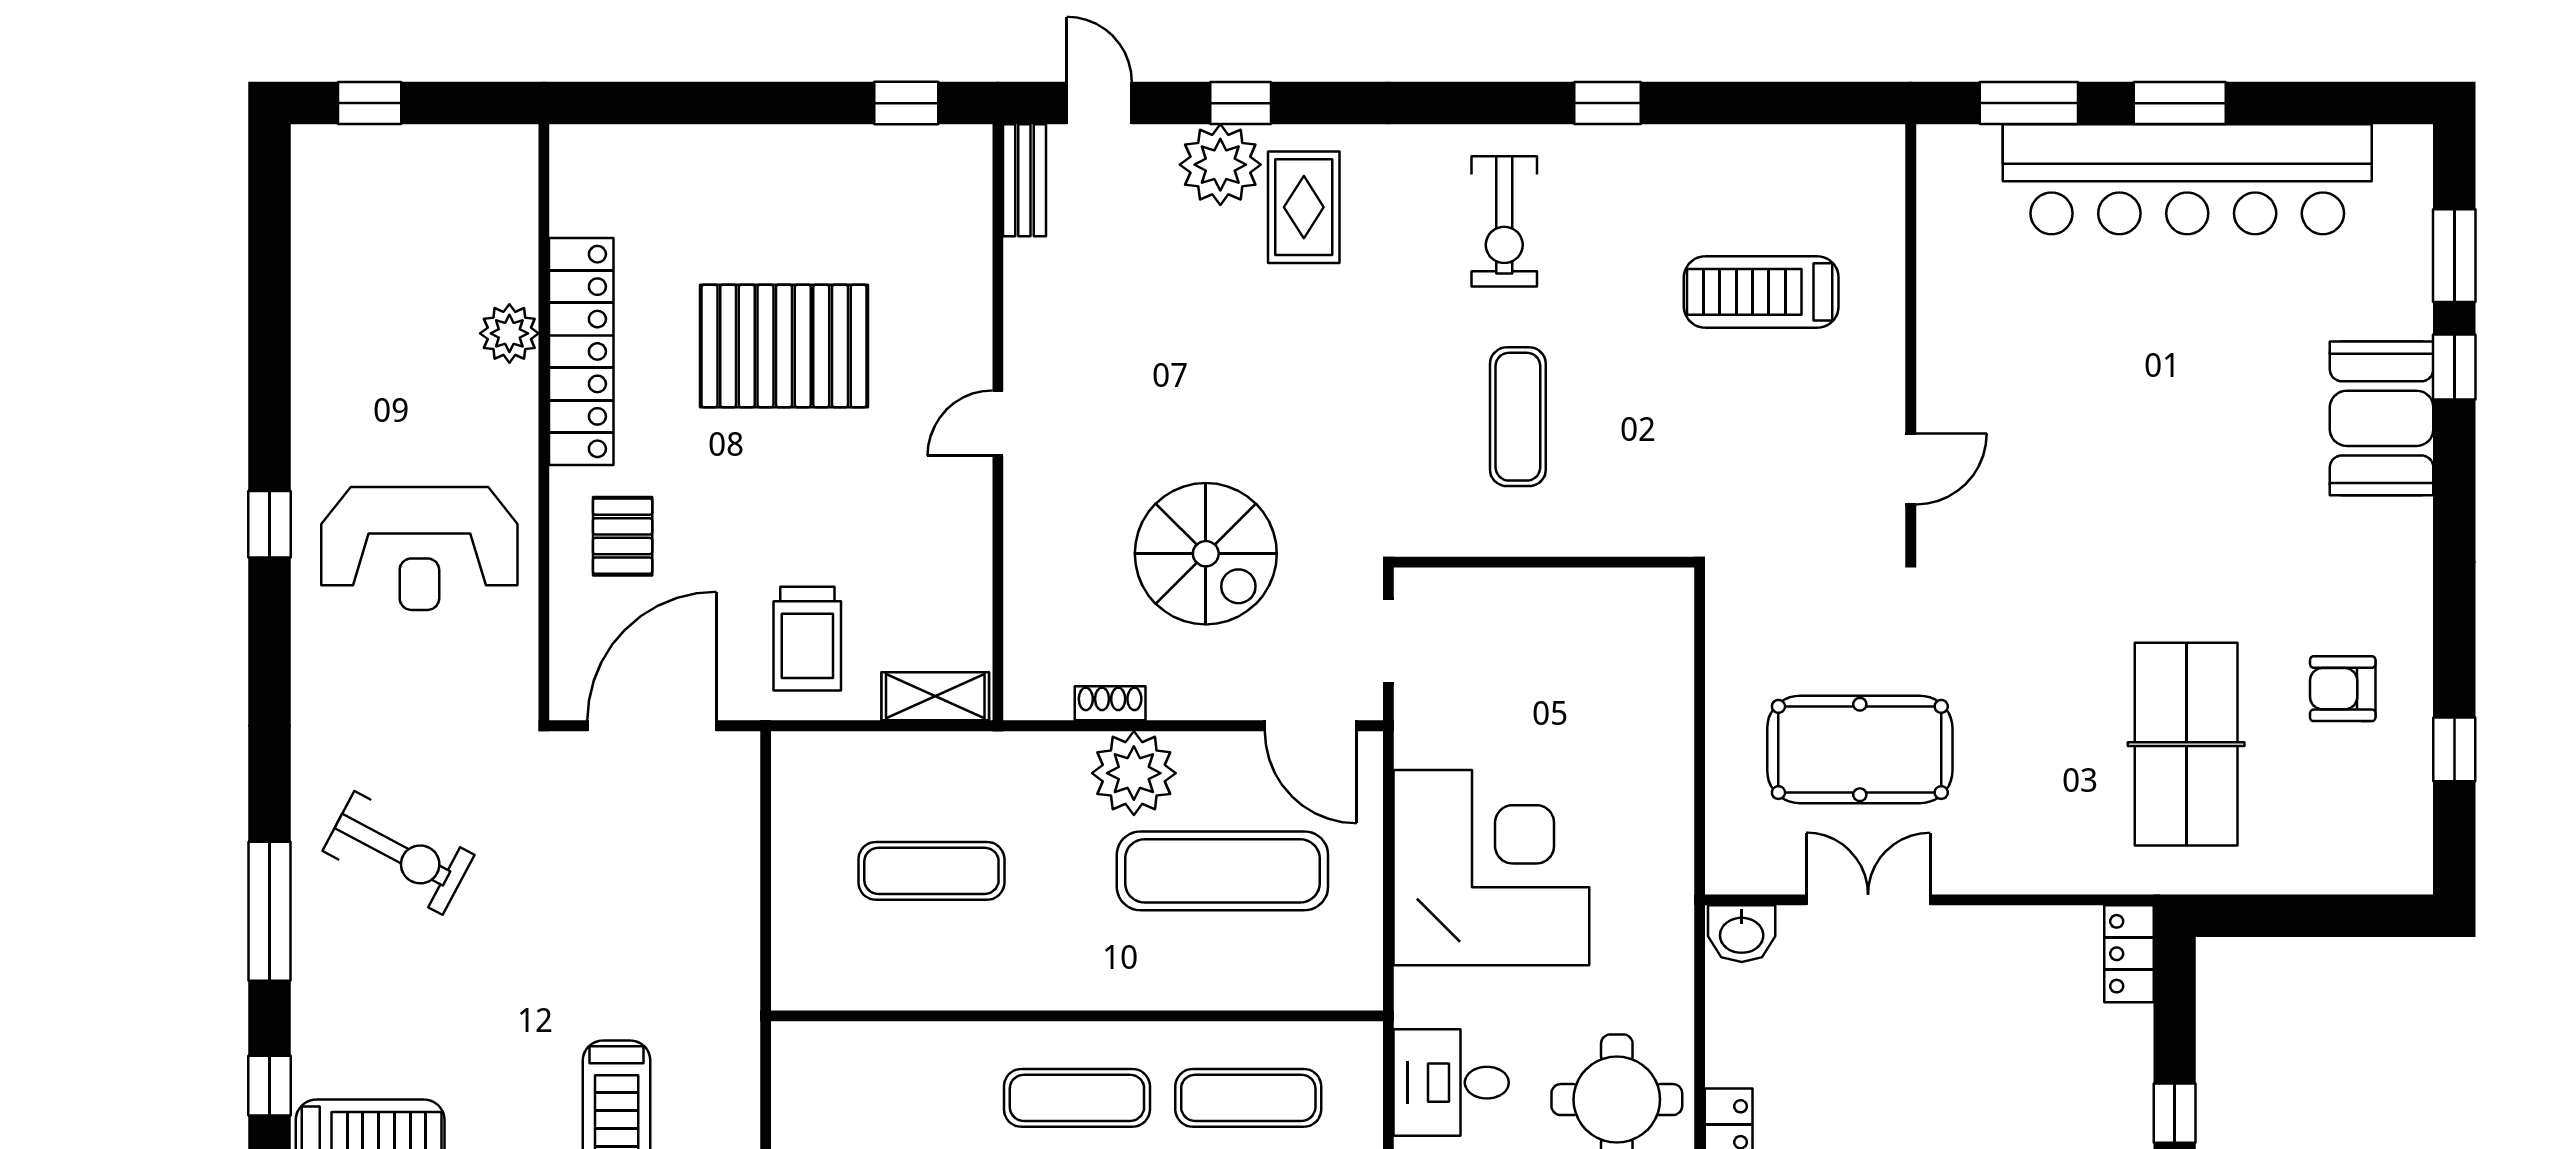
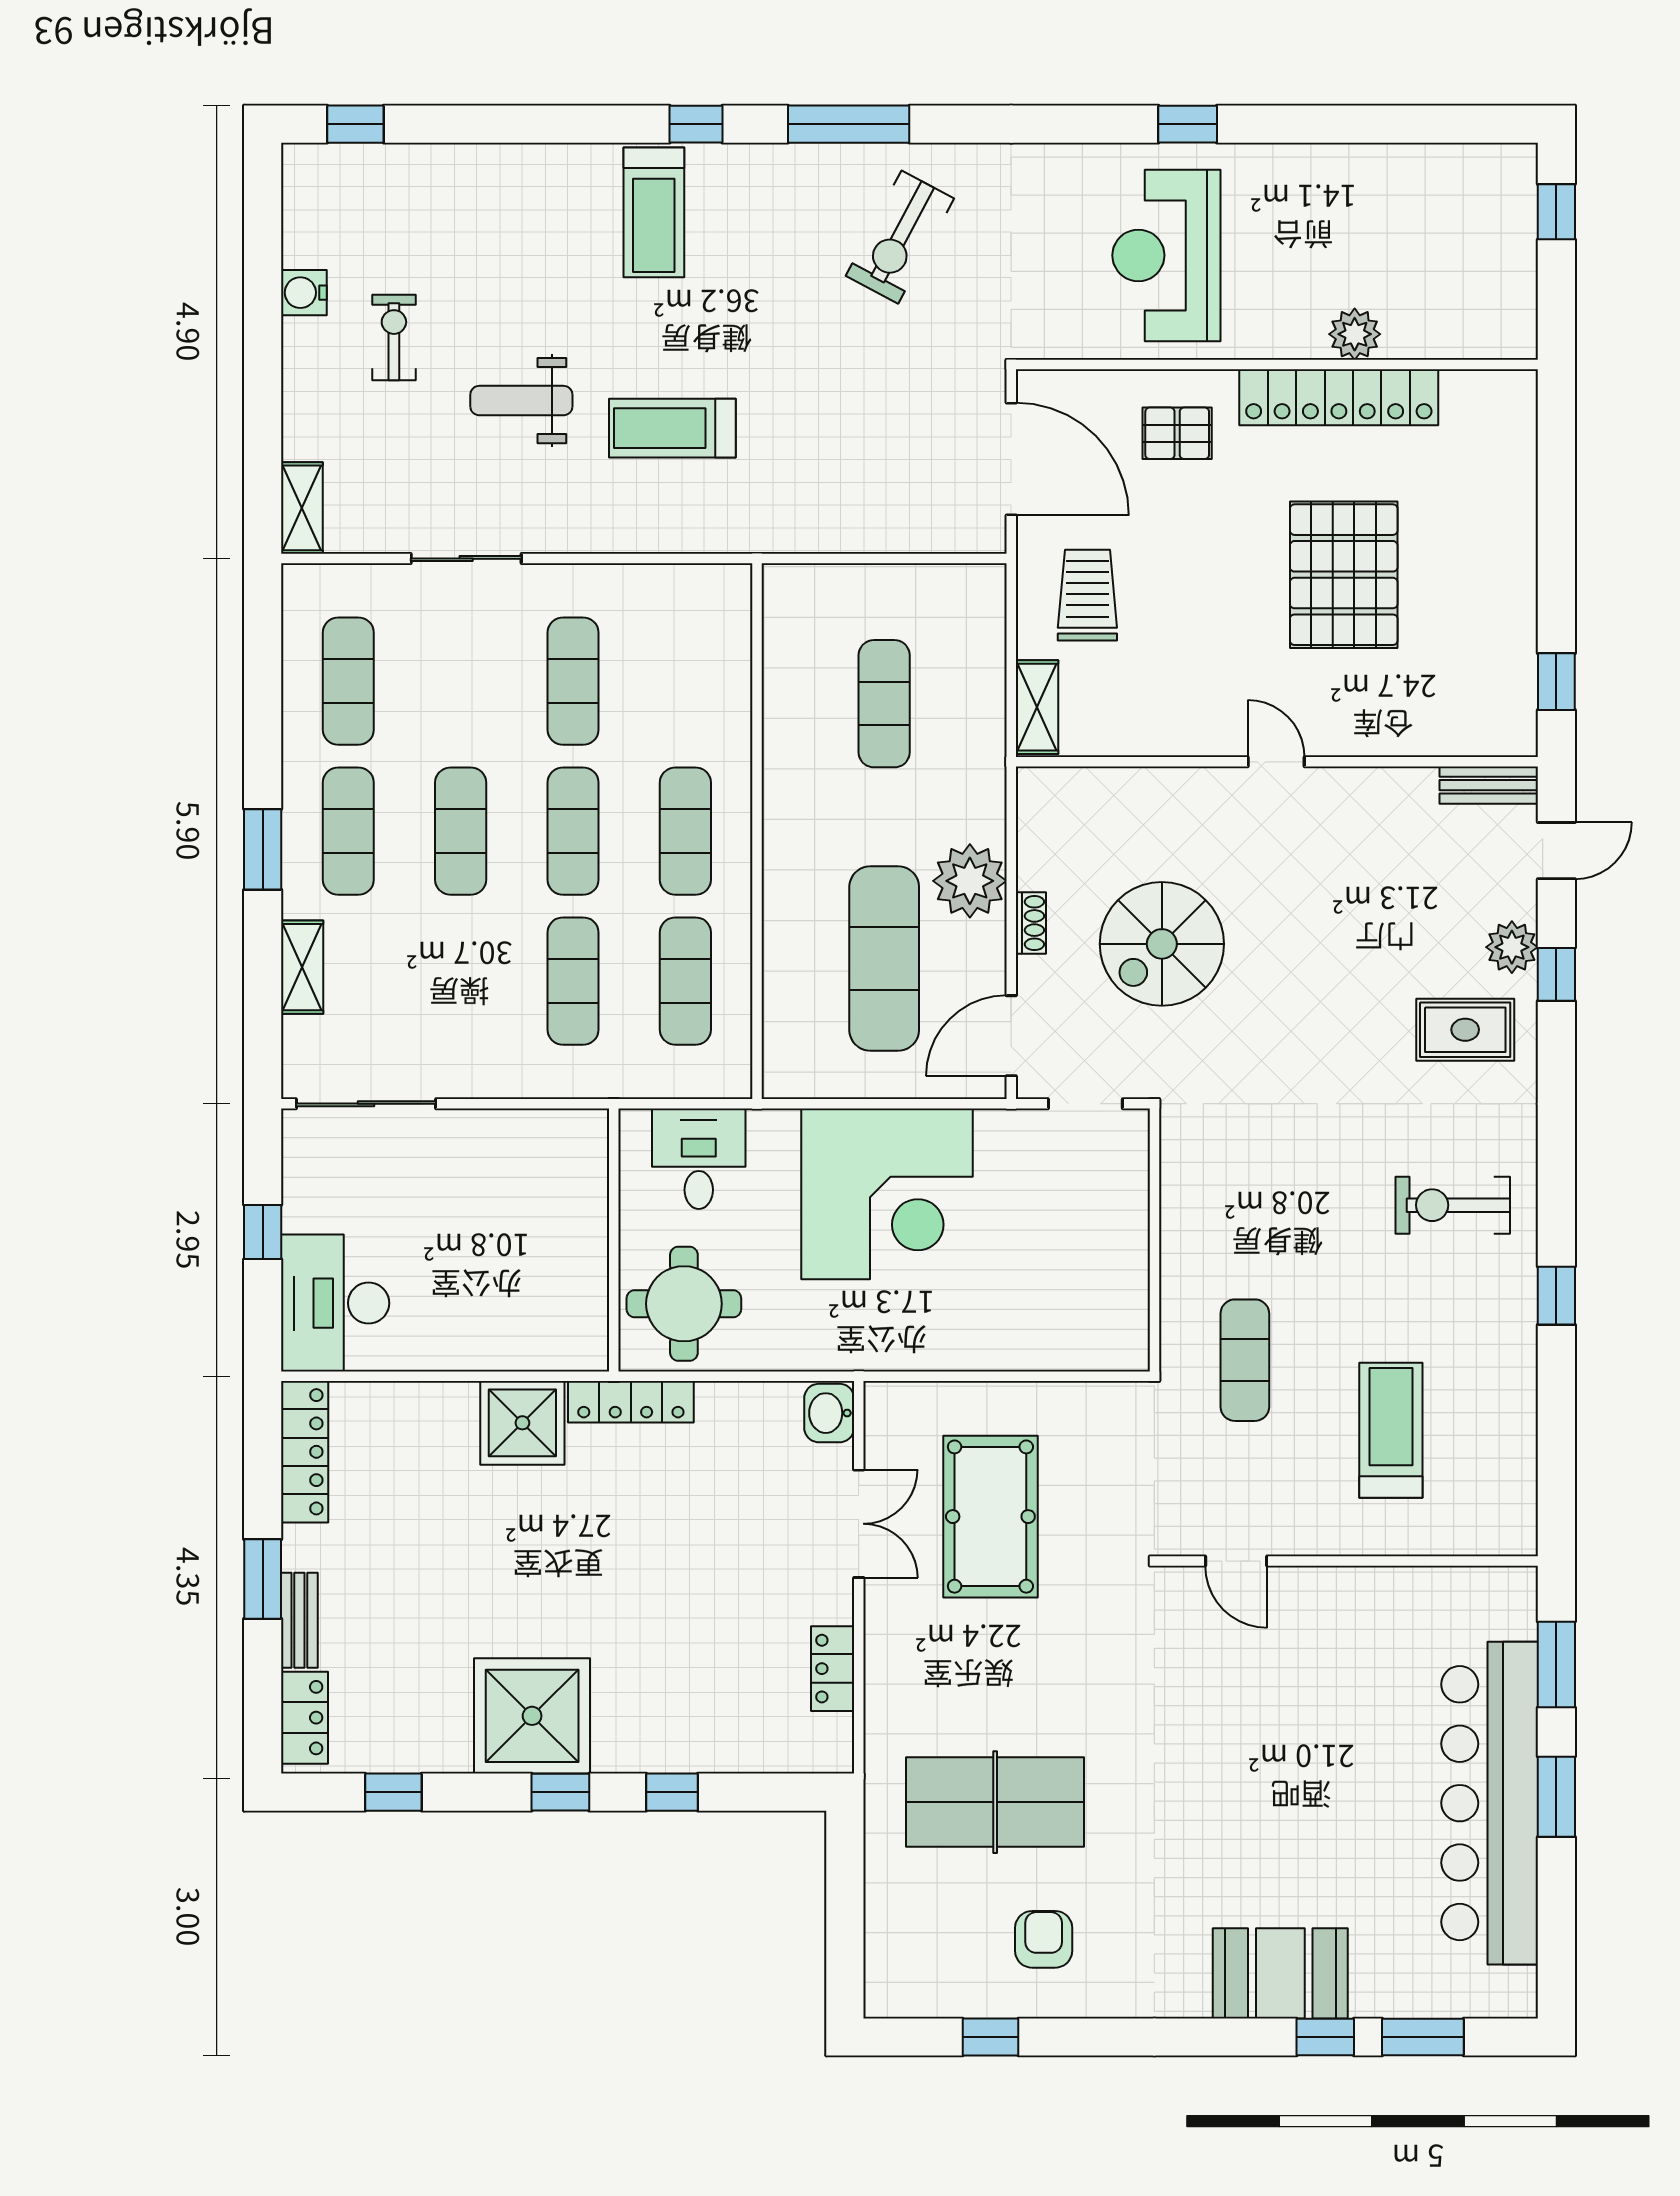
plant: (1220, 165) -> (1512, 947), width x0.73, depth x0.73
exercise mat: (1518, 417) -> (1245, 1360), moved, turned 90
trolley: (807, 639) -> (1087, 595), turned 90
shoe rack: (1110, 703) -> (1031, 923), moved
locker: (2129, 954) -> (833, 1669), moved, turned -90

